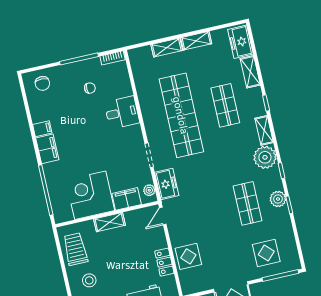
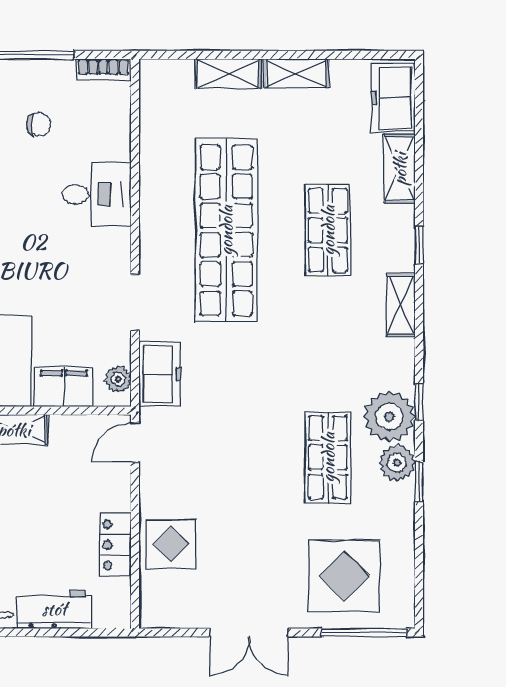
plant: (265, 157) -> (389, 416), moved
display table: (266, 253) -> (344, 576), width x1.36, depth x1.36

